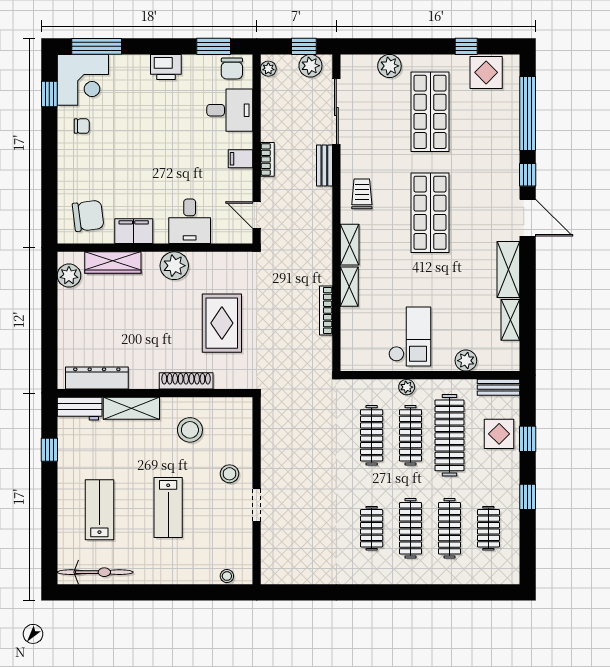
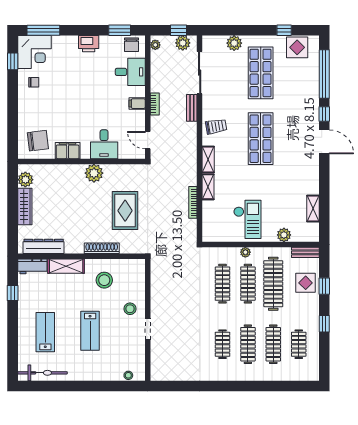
trolley: (362, 194) -> (216, 126), turned 80
wardrobe: (113, 262) -> (25, 207), moved, turned -90
shelving: (508, 270) -> (312, 176), removed

